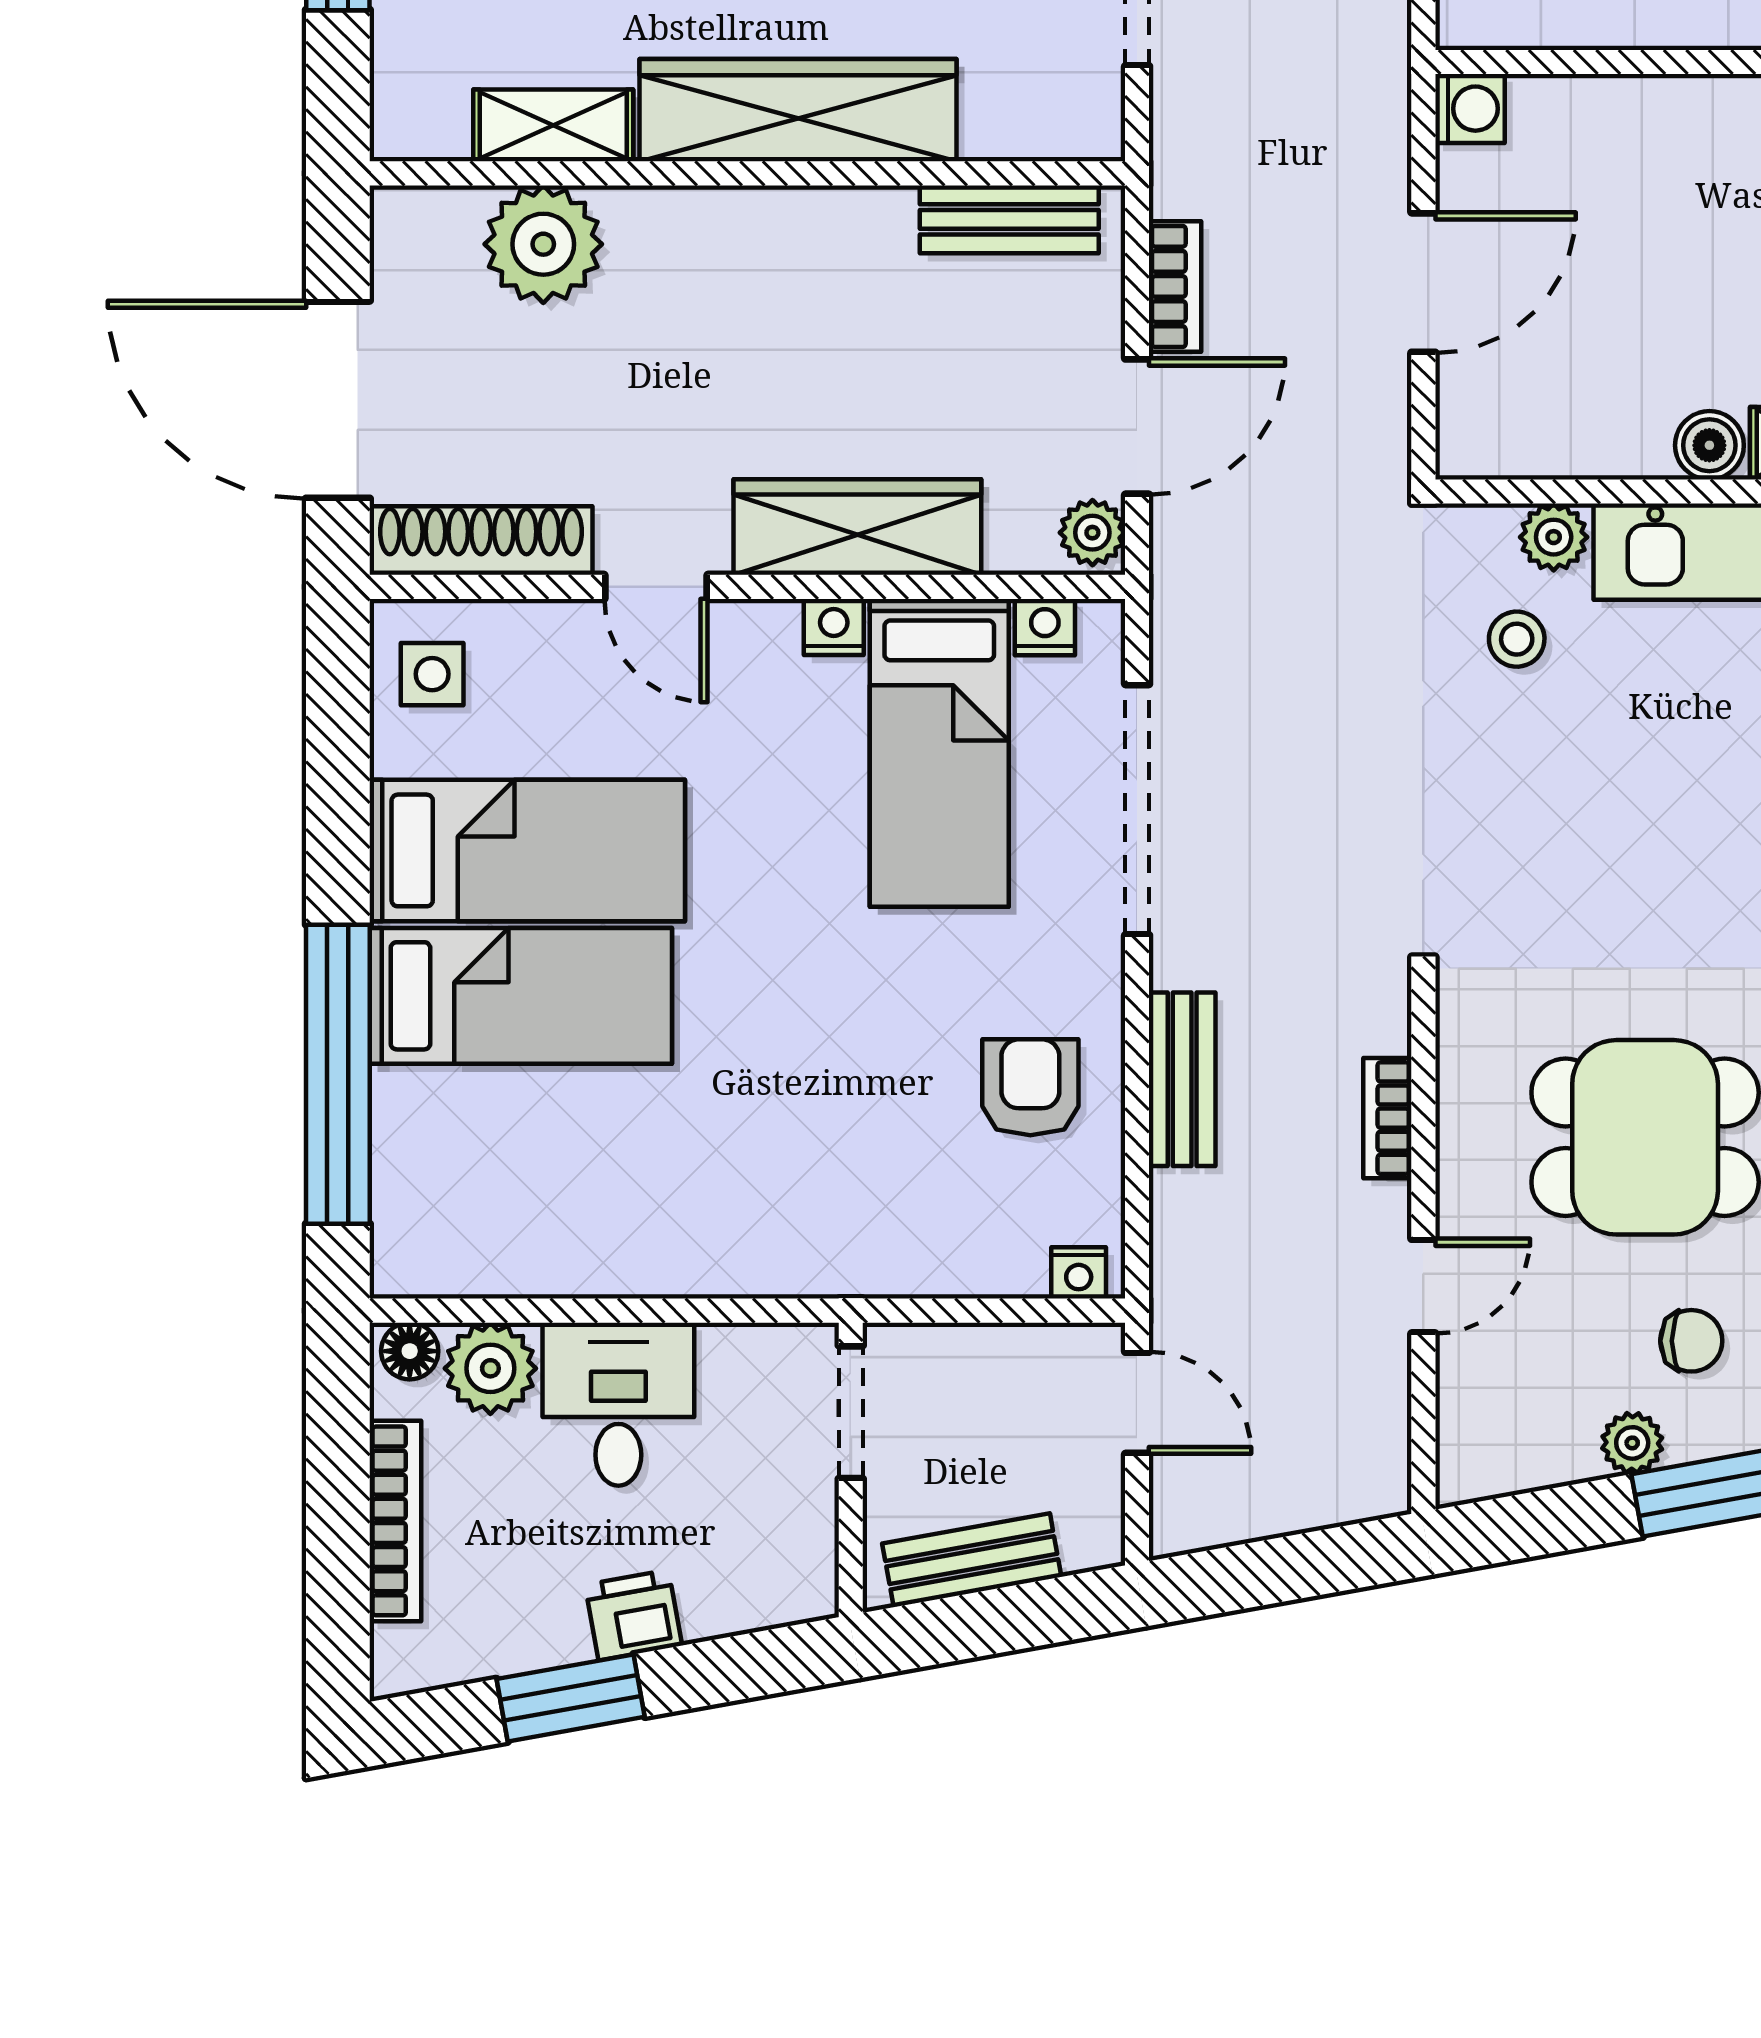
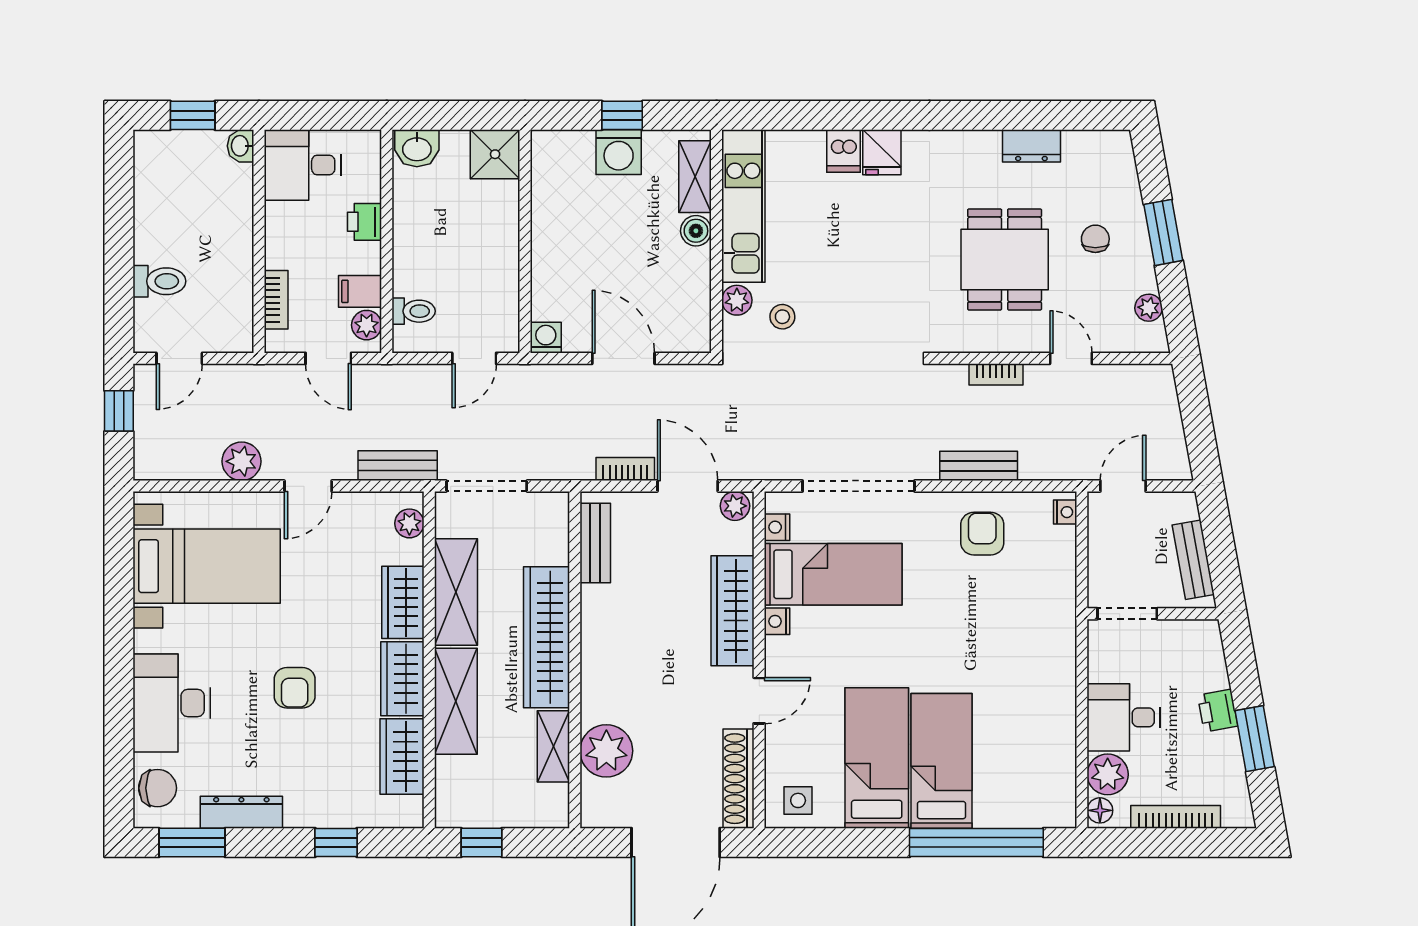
armchair: (1030, 1087) -> (982, 534), turned 90
plant: (1632, 1443) -> (1149, 308), moved

